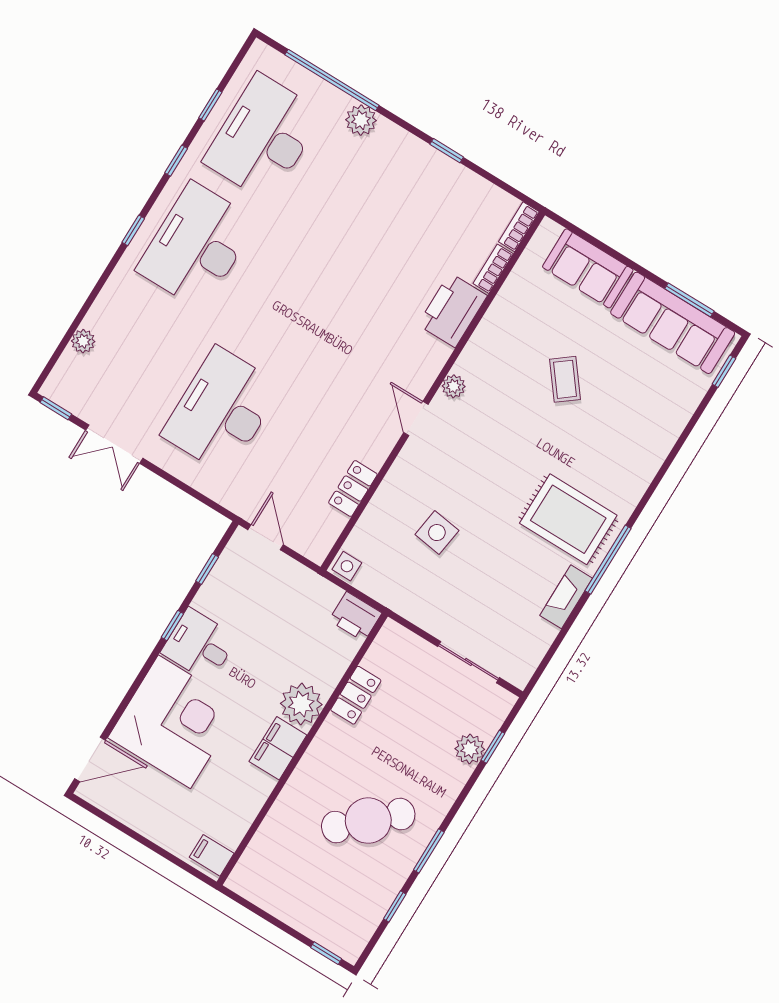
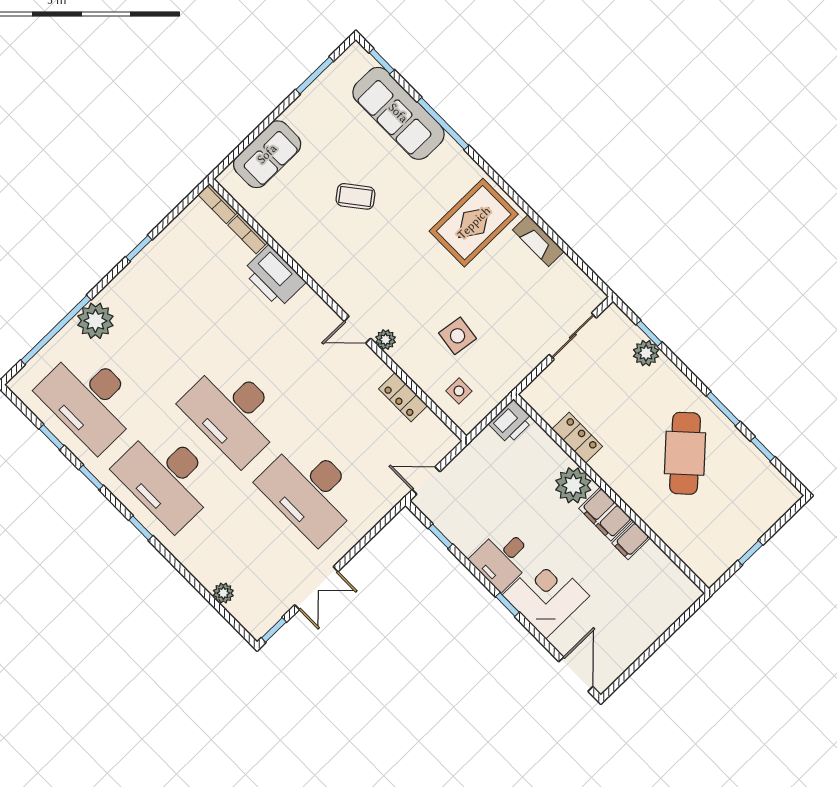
plant: (361, 120) -> (95, 321), width x1.36, depth x1.36
desk: (288, 302) -> (233, 413), added
sofa: (673, 323) -> (398, 113), moved, turned 90
plant: (454, 386) -> (386, 340), moved
window: (608, 560) -> (443, 124), moved
side table: (347, 566) -> (459, 391), moved
window: (172, 625) -> (507, 604), moved
corner desk: (174, 722) -> (546, 595), width x0.74, depth x0.74
filing cabinet: (212, 855) -> (631, 540), moved
window: (326, 953) -> (750, 553), moved

